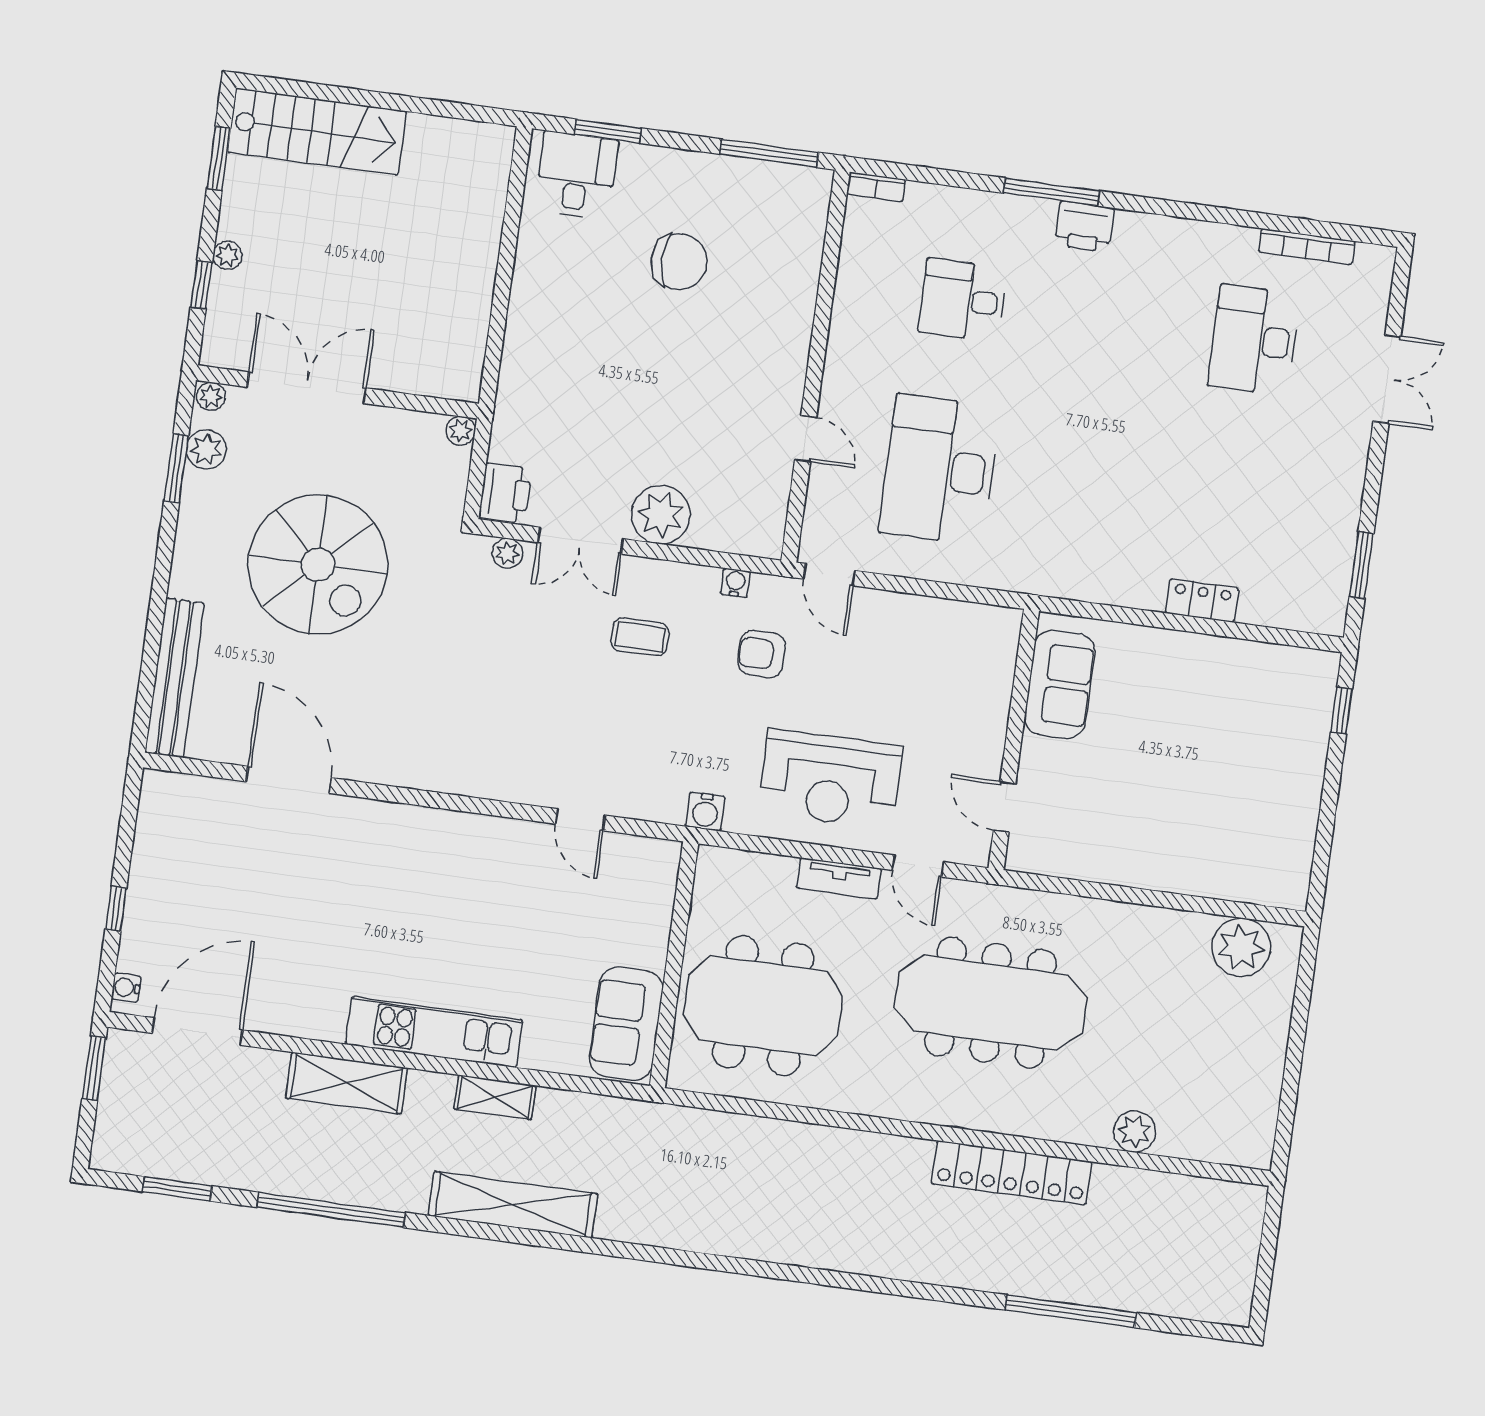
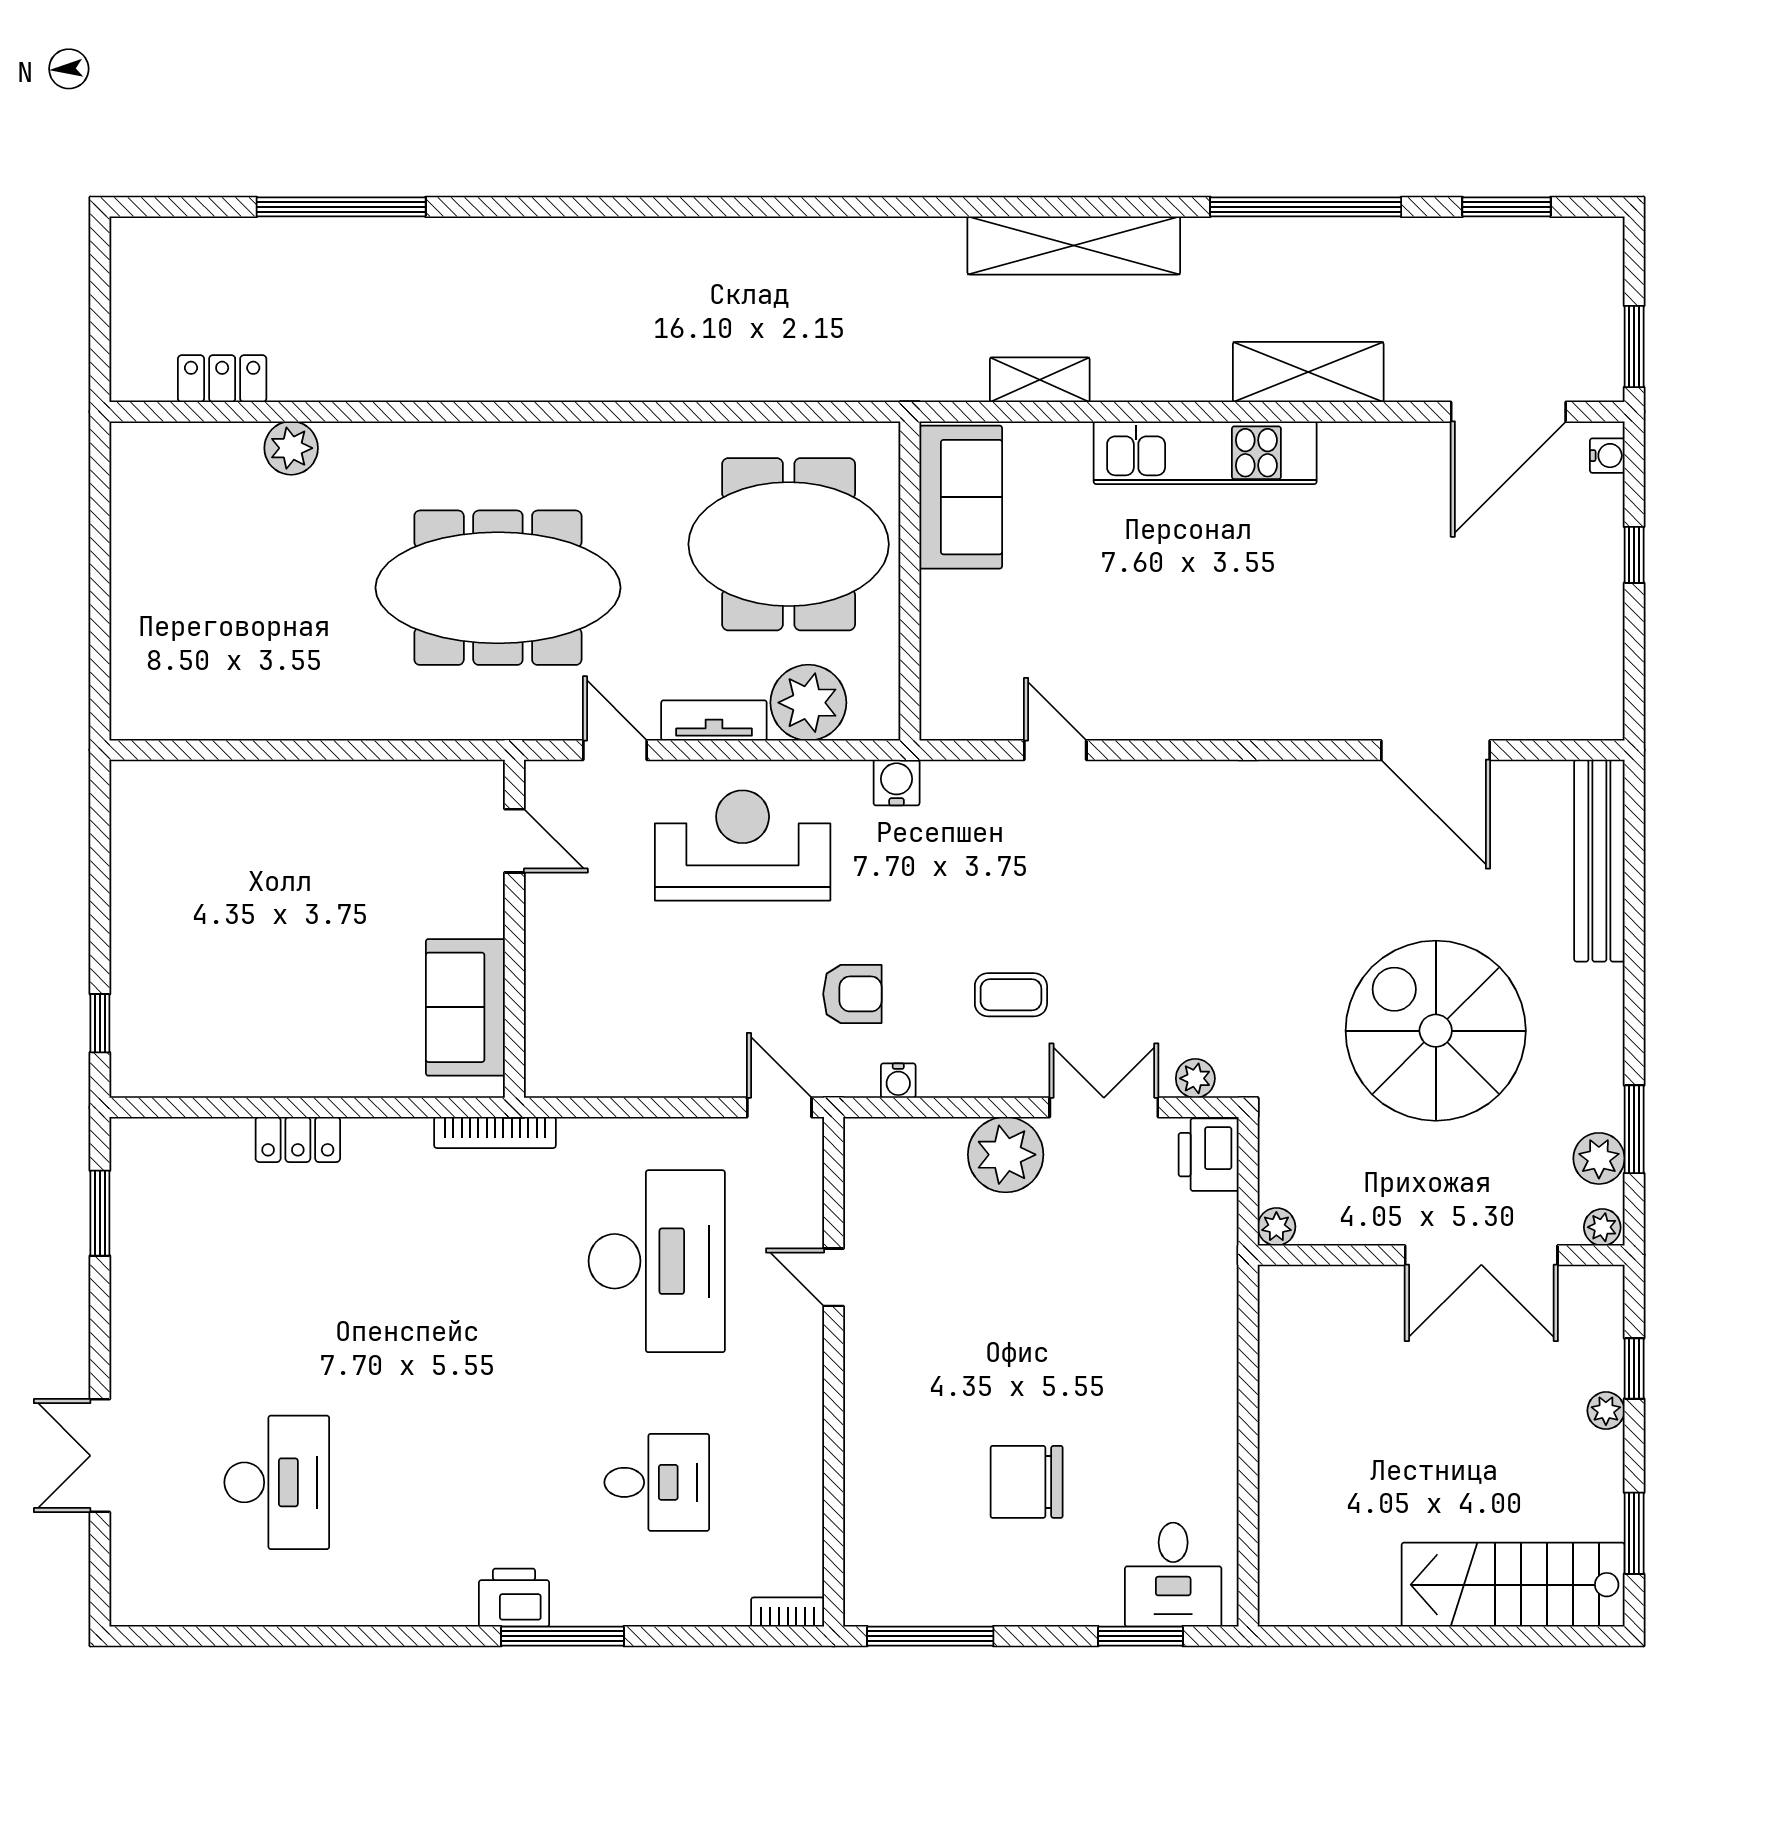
bookcase: (1307, 247) -> (495, 1132), moved, turned 180
plant: (1241, 947) -> (808, 703), moved
shelving: (495, 1097) -> (1040, 380), moved
locker: (1012, 1173) -> (222, 379), moved, width x0.46, depth x0.83

